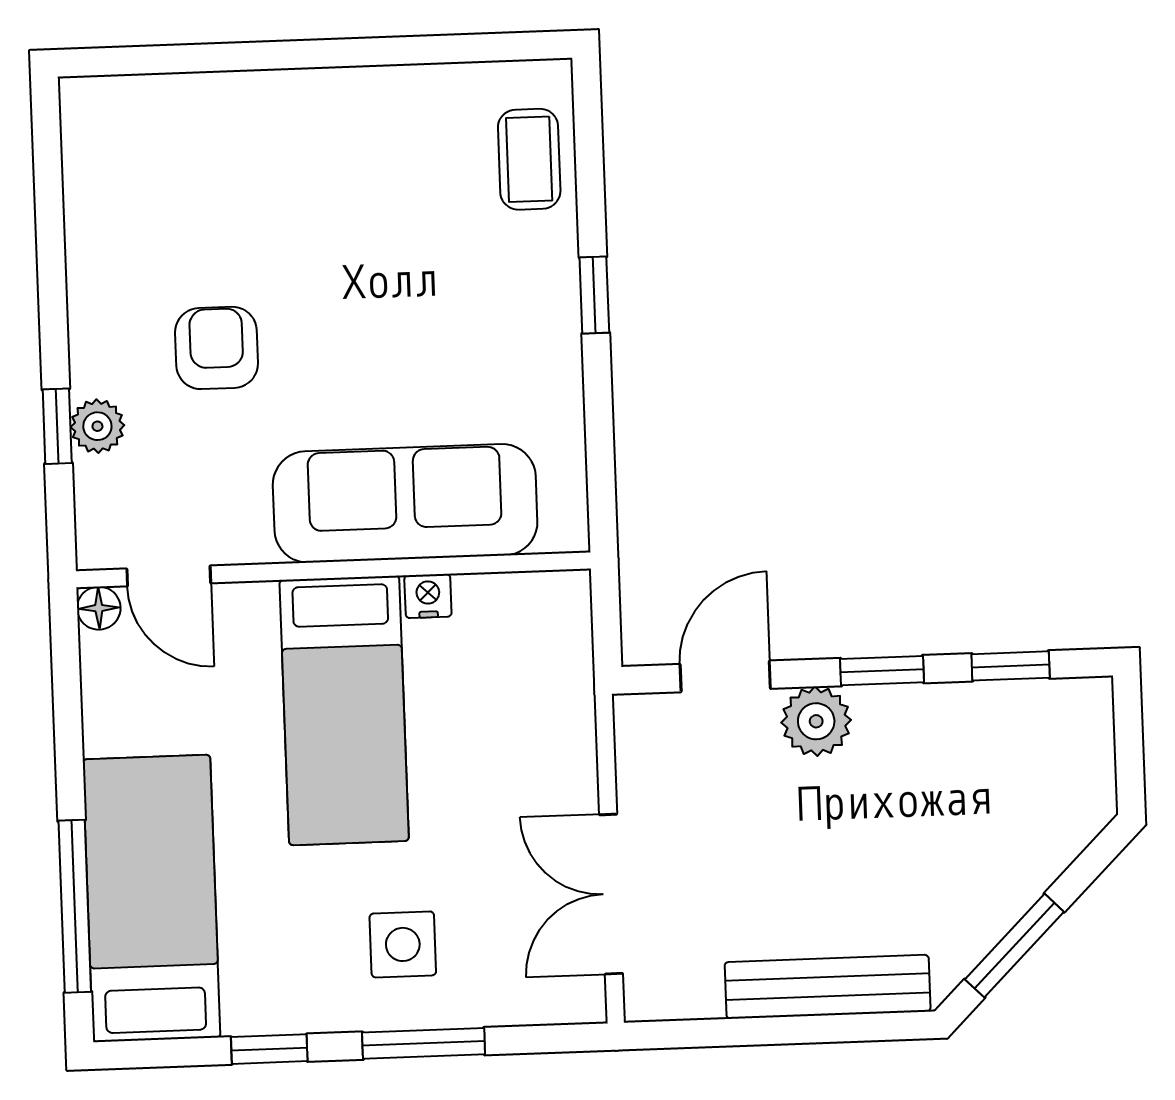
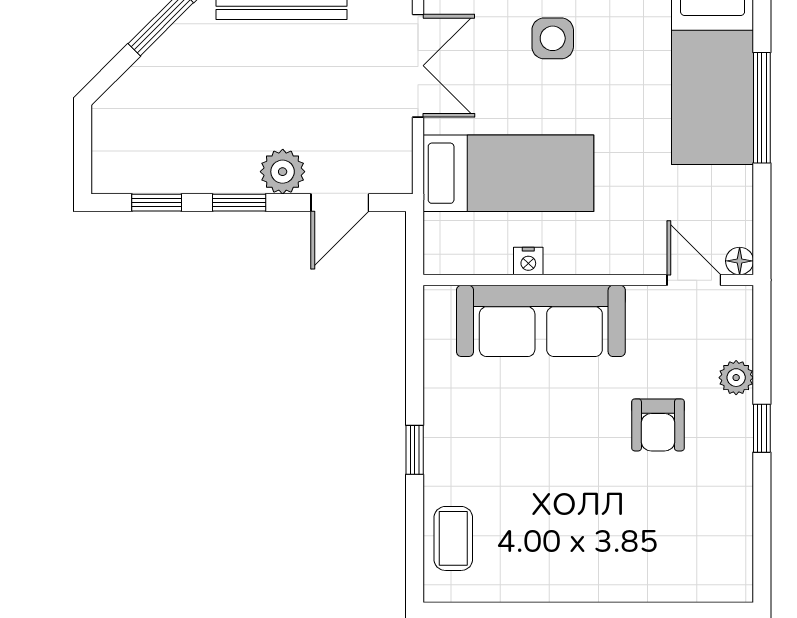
window: (57, 426) -> (762, 428), moved
bed: (344, 710) -> (508, 173), moved, turned 90
window: (75, 906) -> (762, 108), moved

